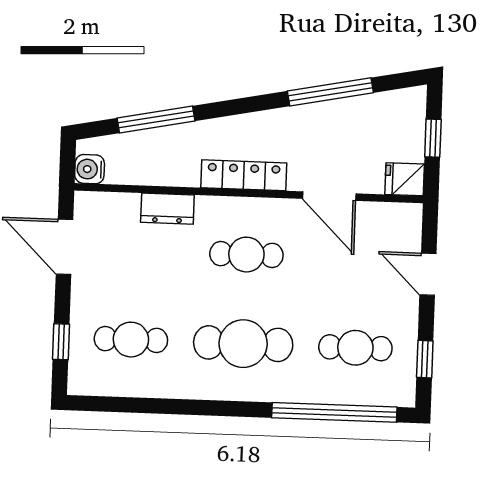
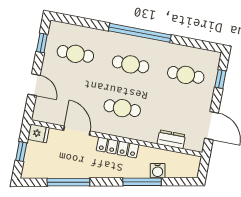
window: (156, 119) -> (142, 182), moved
water cooler: (90, 169) -> (158, 171), moved, turned 79
dresser: (167, 209) -> (171, 139), moved
cafe table: (243, 344) -> (131, 64), width x0.73, depth x0.74
window: (334, 412) -> (140, 33), moved

